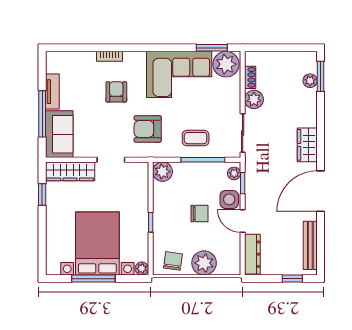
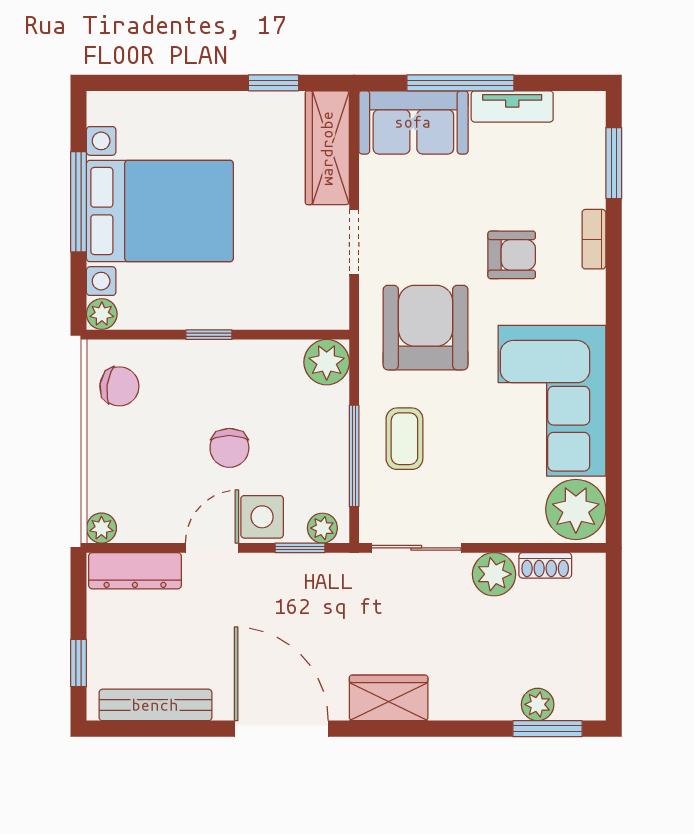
window: (212, 48) -> (614, 163), moved
armchair: (148, 129) -> (426, 328), width x1.36, depth x1.36
plant: (204, 263) -> (101, 528), moved, width x0.53, depth x0.53

